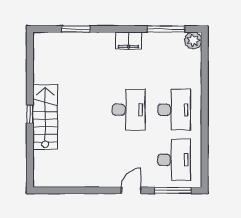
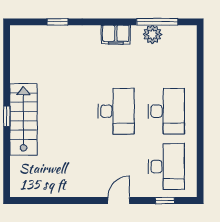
window: (76, 29) -> (57, 22), width x0.67
plant: (193, 40) -> (152, 34), moved
window: (173, 190) -> (165, 201), width x0.46

